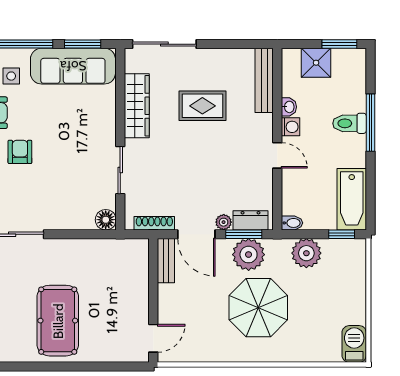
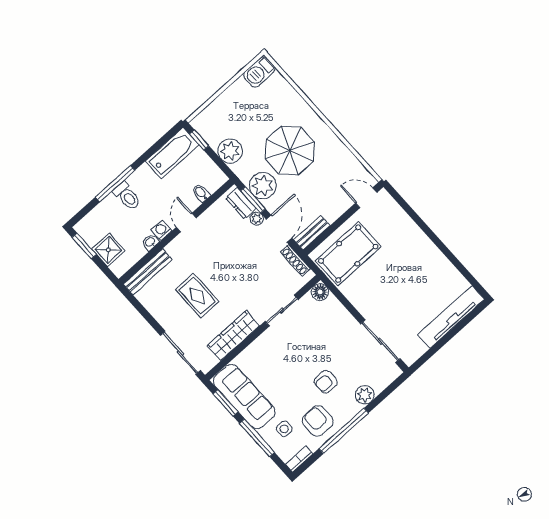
bidet: (292, 223) -> (201, 193), moved
pool table: (58, 321) -> (348, 254), moved

